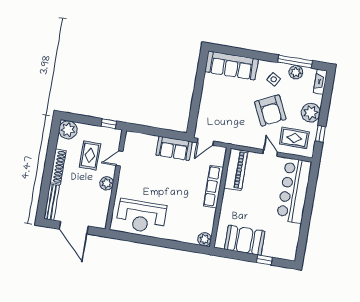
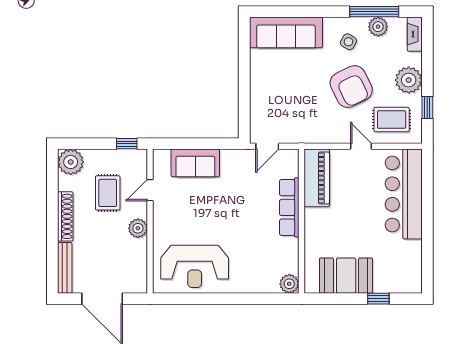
sofa: (174, 148) -> (195, 163), moved

